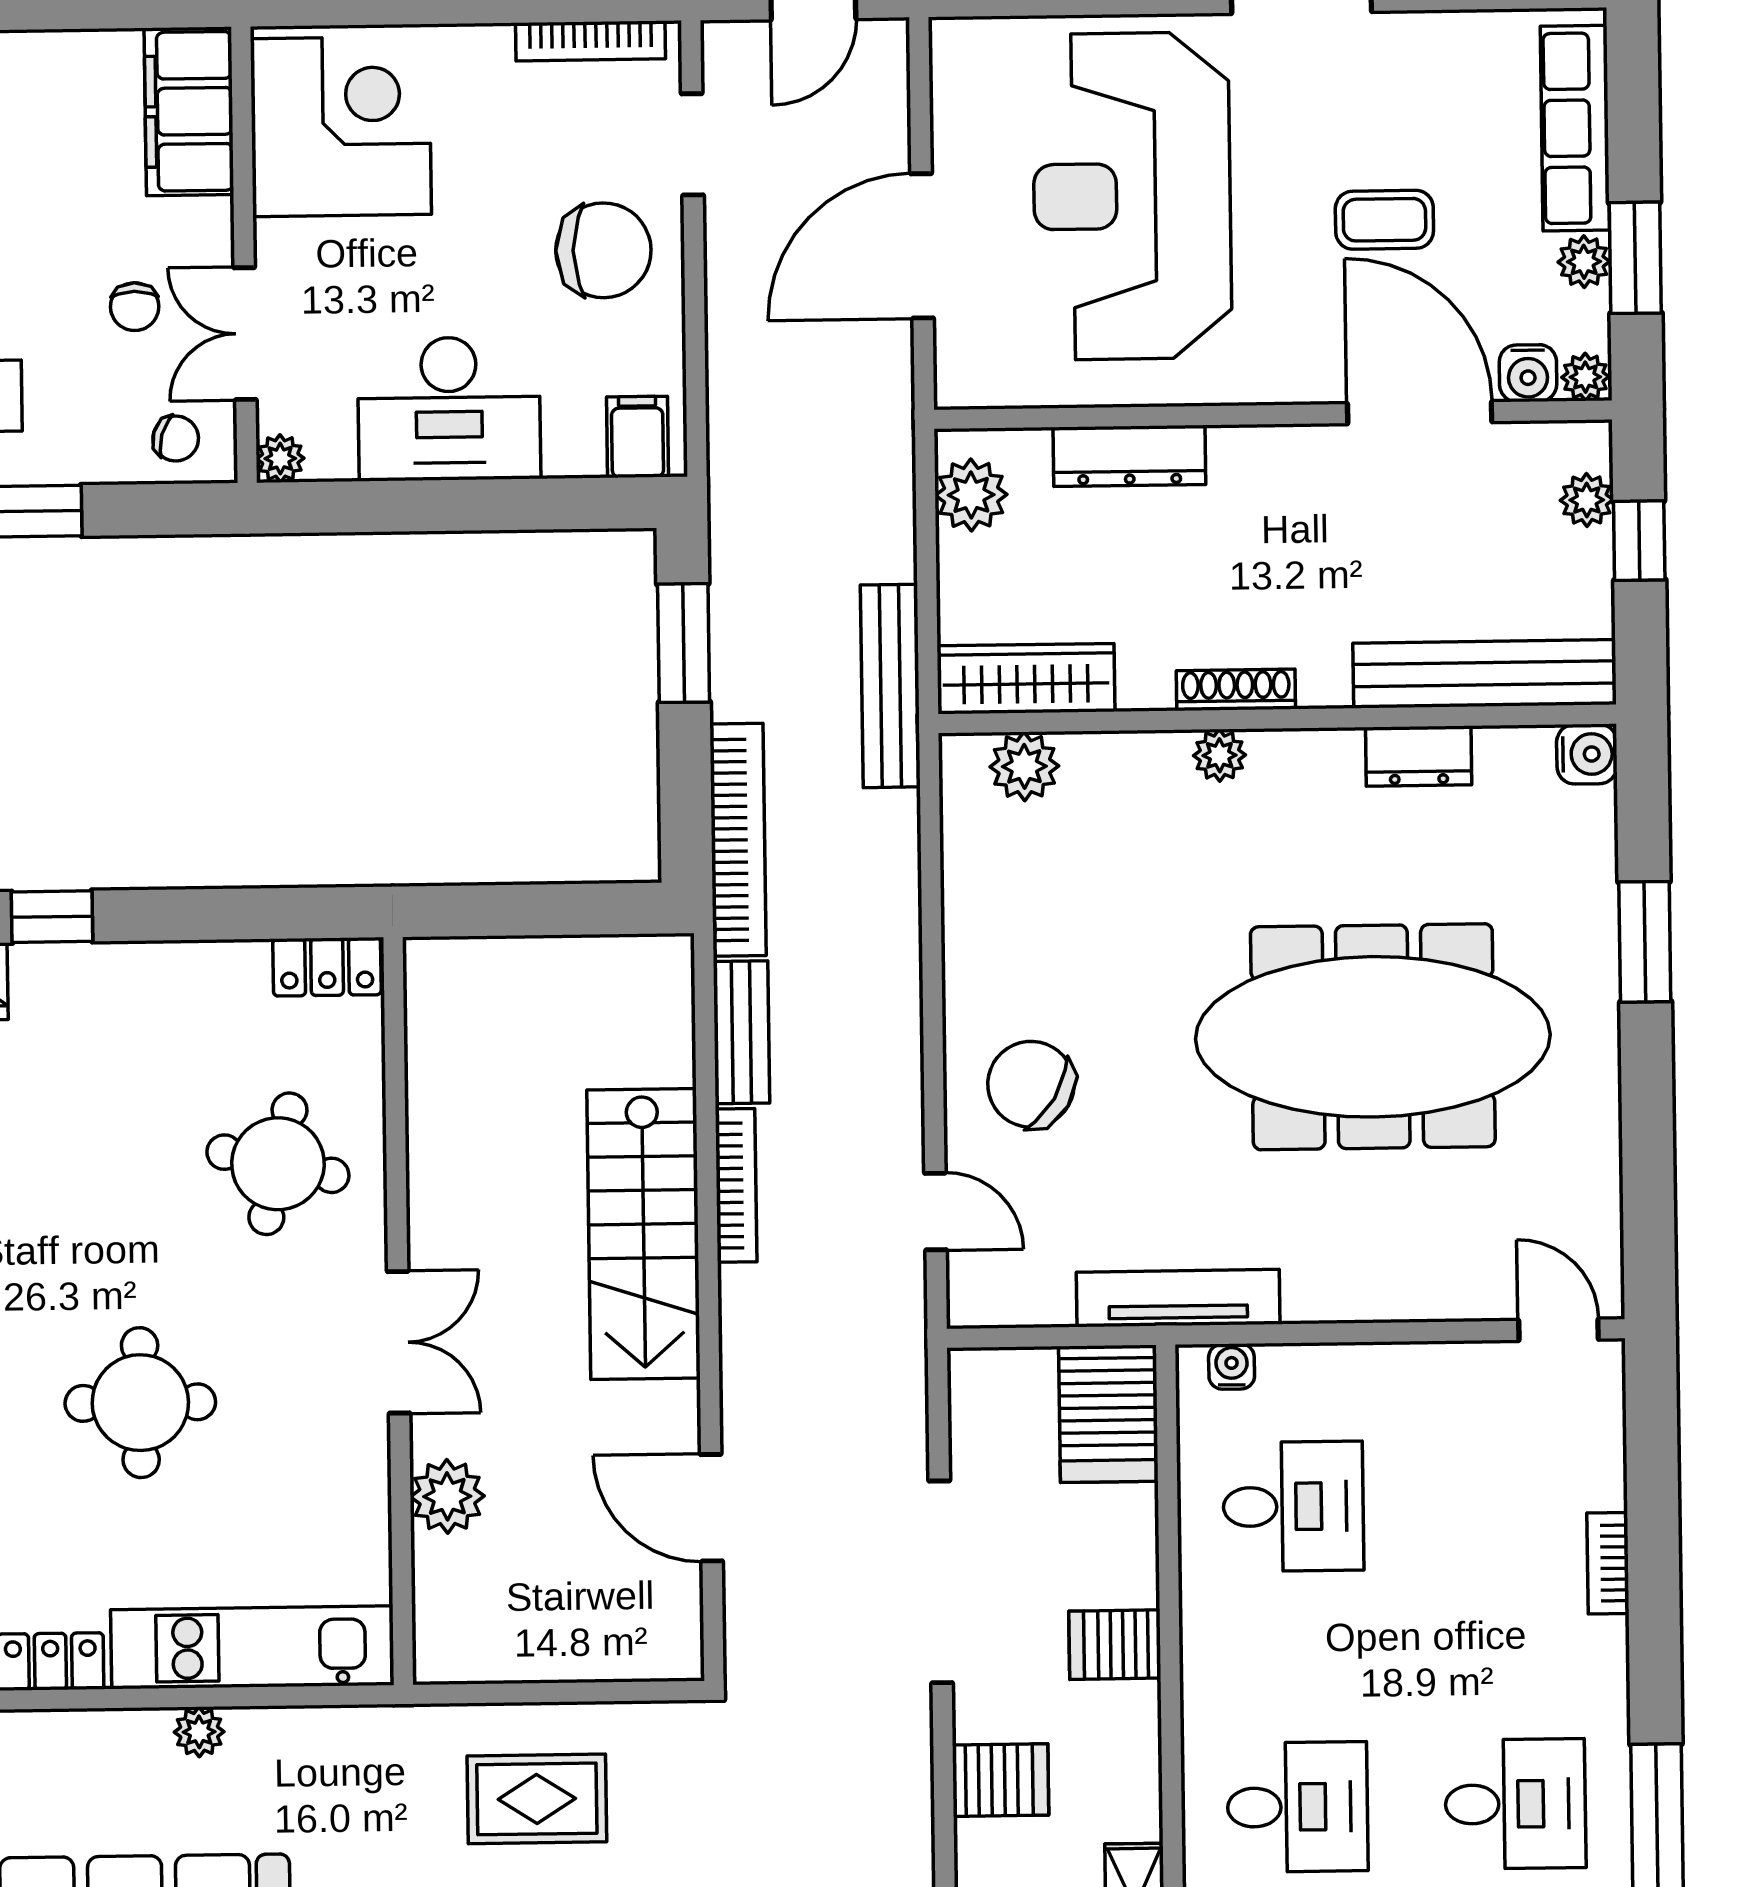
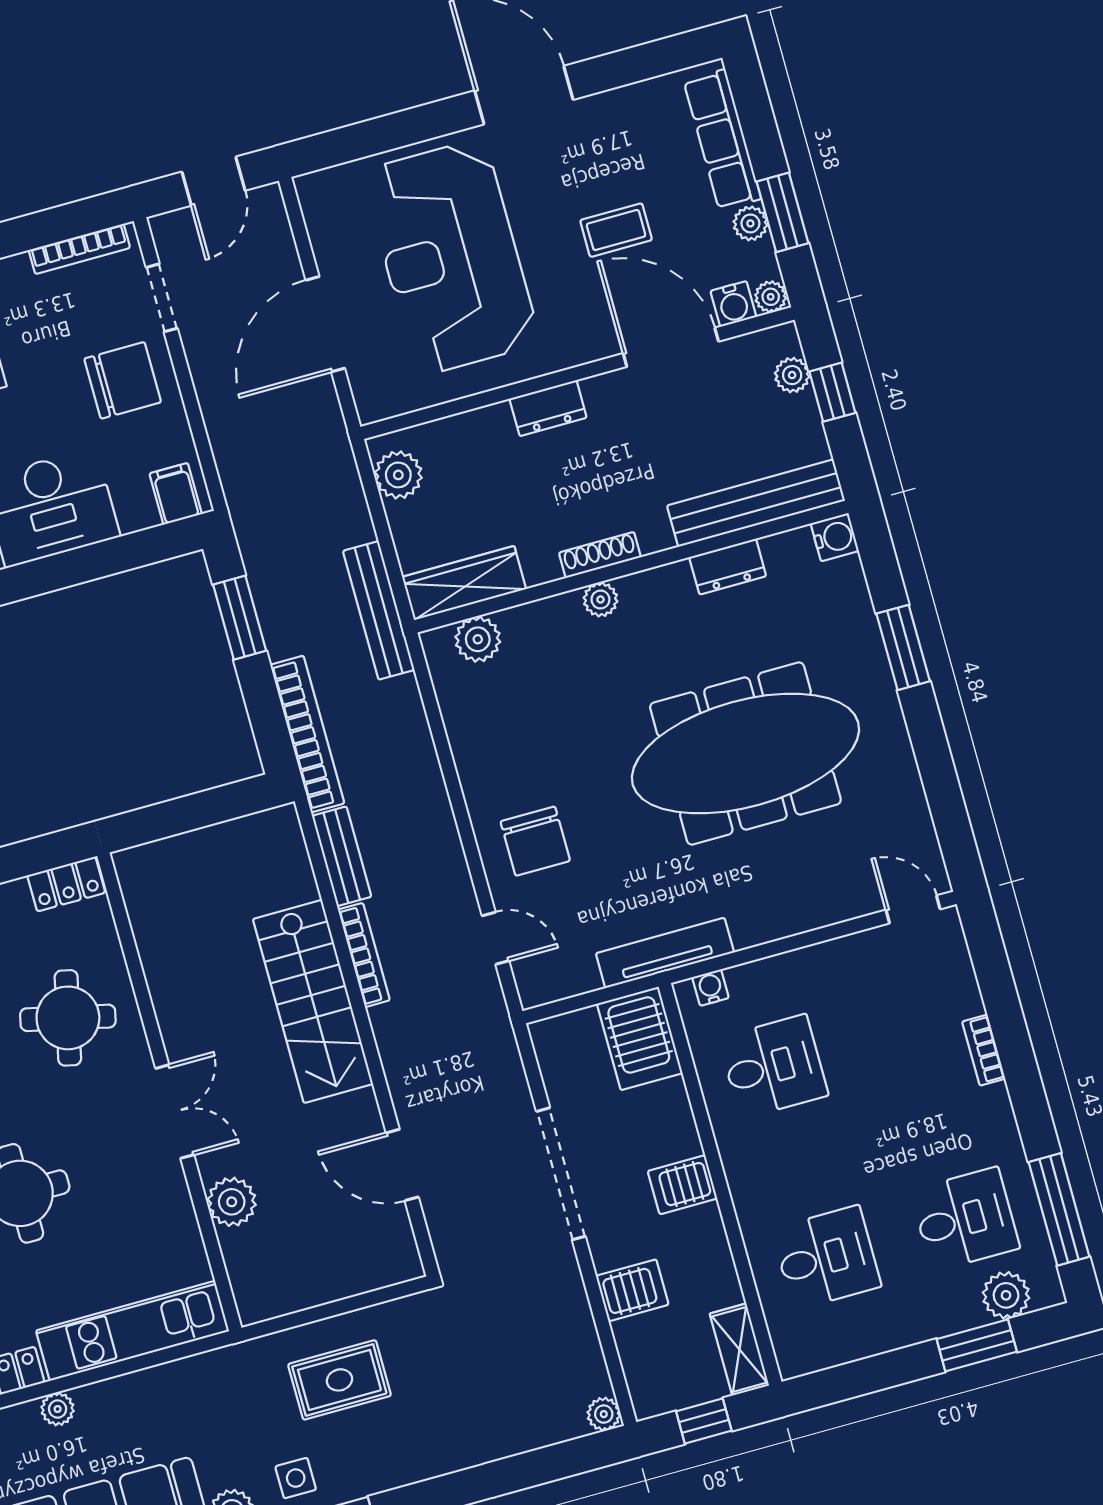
dresser: (1129, 456) -> (548, 408), moved, width x0.70
chair: (1031, 1084) -> (535, 841), turned -121
plant: (199, 1732) -> (58, 1409), moved

